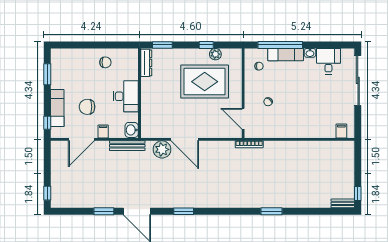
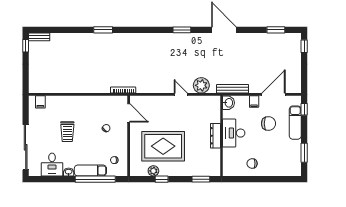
dresser: (146, 63) -> (215, 136), moved
trolley: (311, 98) -> (67, 132), added
door: (185, 139) -> (181, 94), width x0.53
window: (104, 211) -> (276, 30), moved

